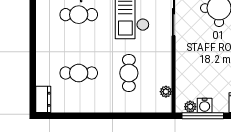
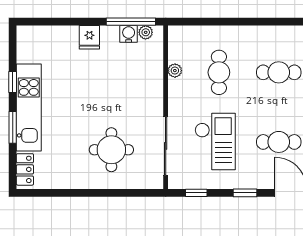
plant: (166, 92) -> (175, 71), moved

